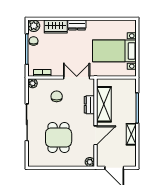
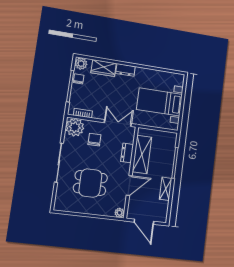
plant: (33, 83) -> (75, 127), width x1.87, depth x1.87
dining table: (59, 138) -> (90, 183), turned 90

